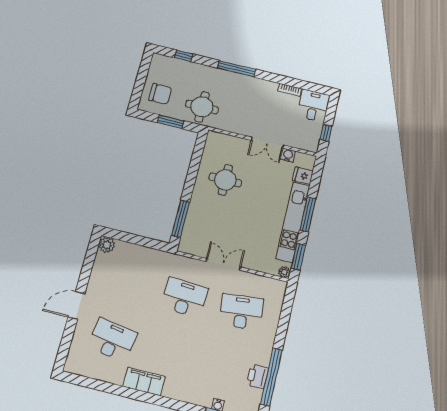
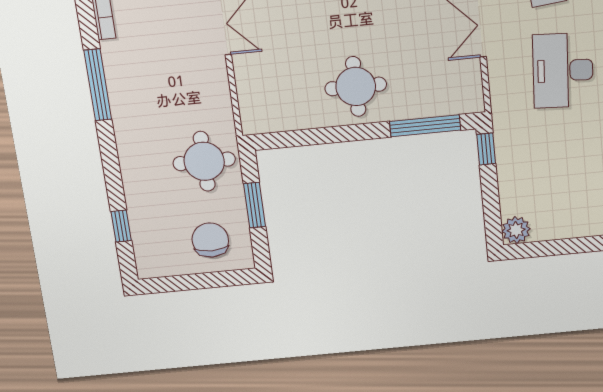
window: (237, 69) -> (98, 85), moved
round table: (225, 180) -> (356, 86), moved
window: (157, 245) -> (486, 149), added

